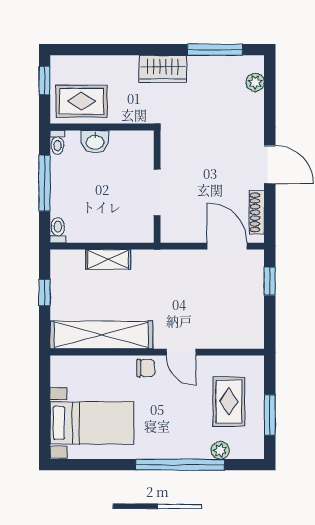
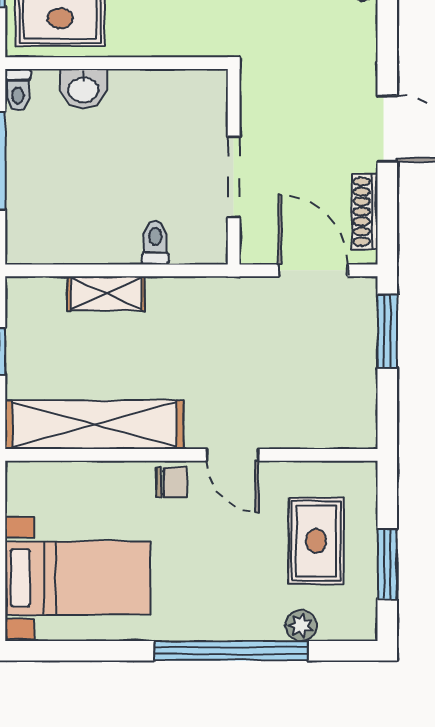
wall: (157, 187) -> (234, 167), moved
doorway: (157, 193) -> (234, 177), moved
toilet: (58, 230) -> (155, 243), moved
window: (270, 281) -> (387, 332), width x1.50

